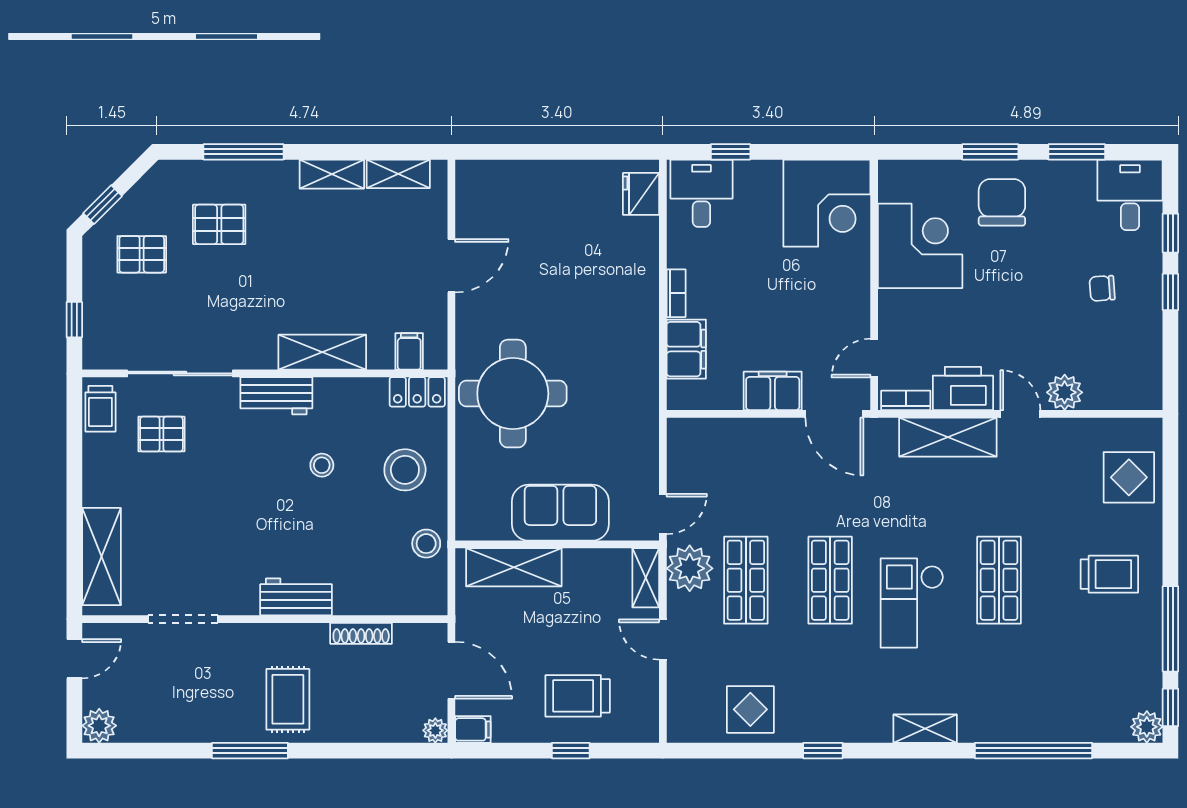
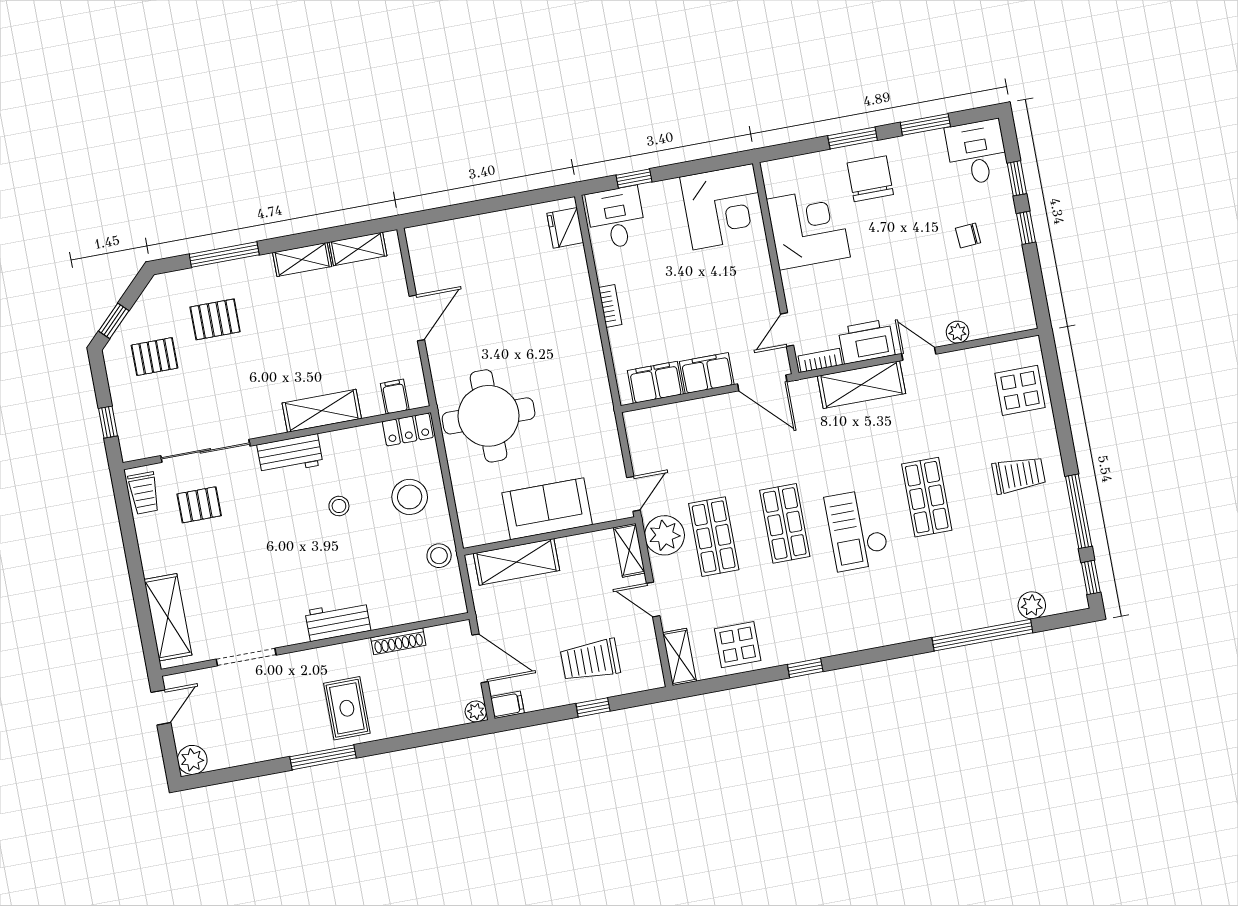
filing cabinet: (686, 349) -> (655, 382), moved, turned -90
plant: (1065, 392) -> (957, 332), width x0.73, depth x0.73
plant: (1147, 727) -> (1032, 605), moved
shelving: (925, 729) -> (679, 657), moved, turned 90

